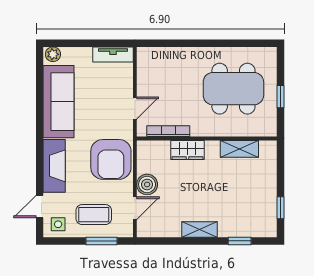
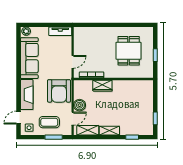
dining table: (233, 89) -> (129, 51), width x0.73
shelving: (239, 149) -> (88, 130), moved

